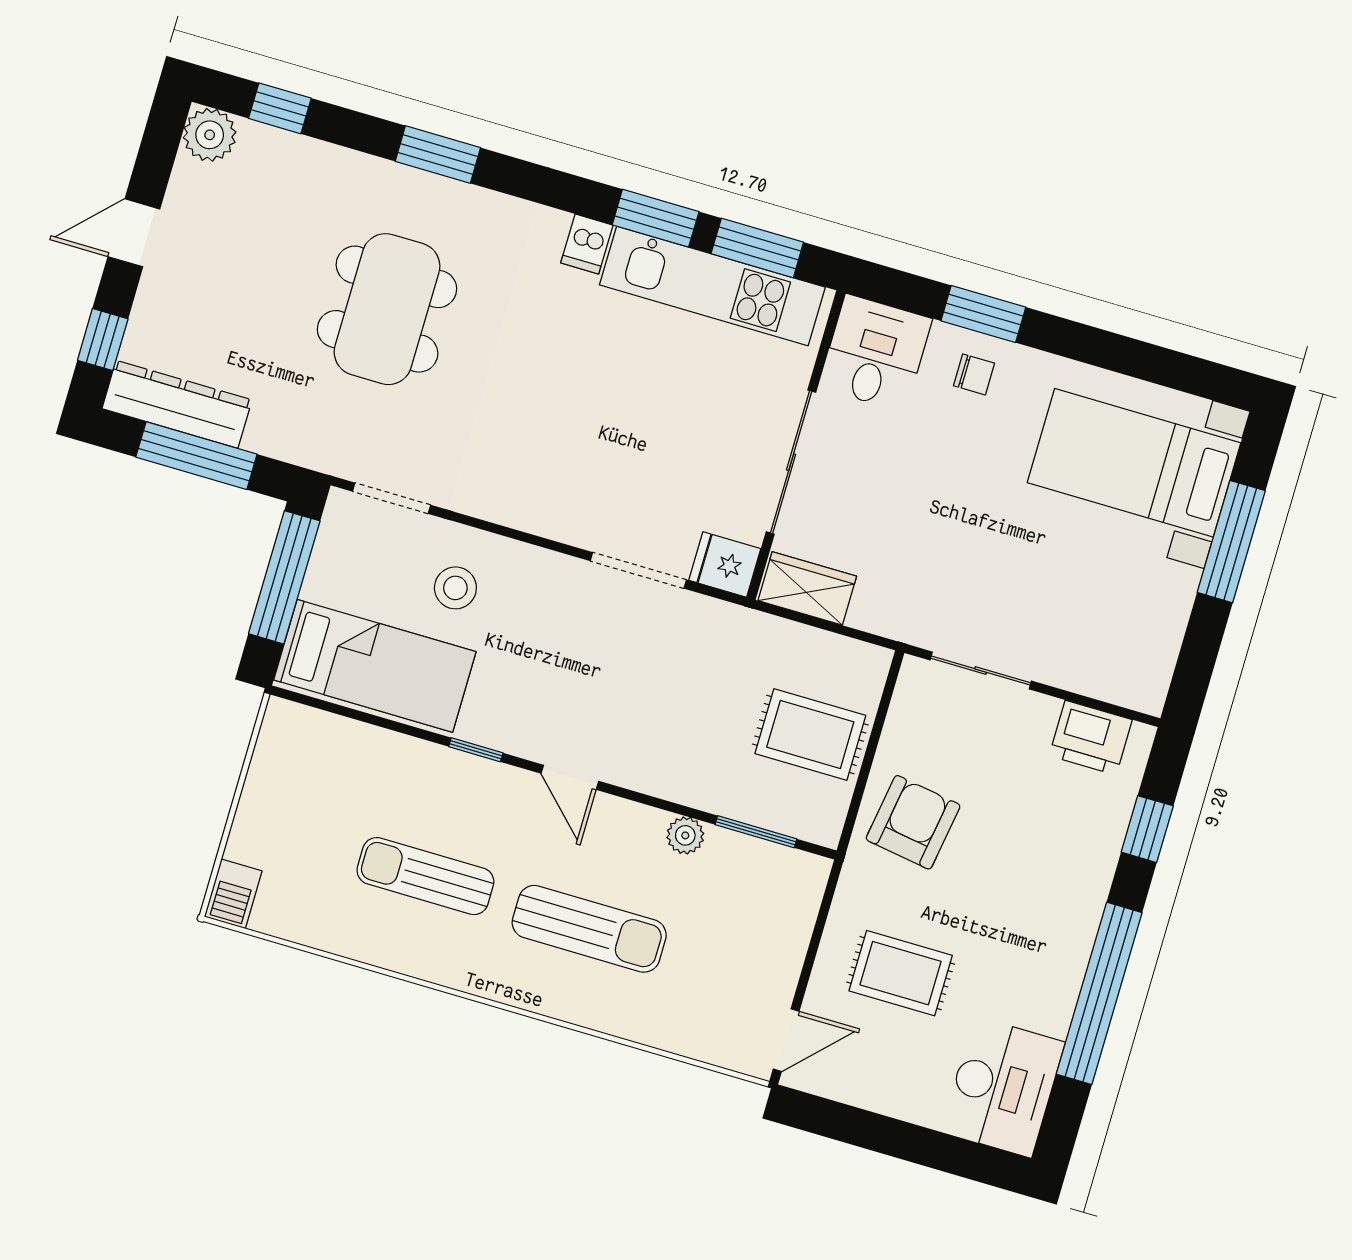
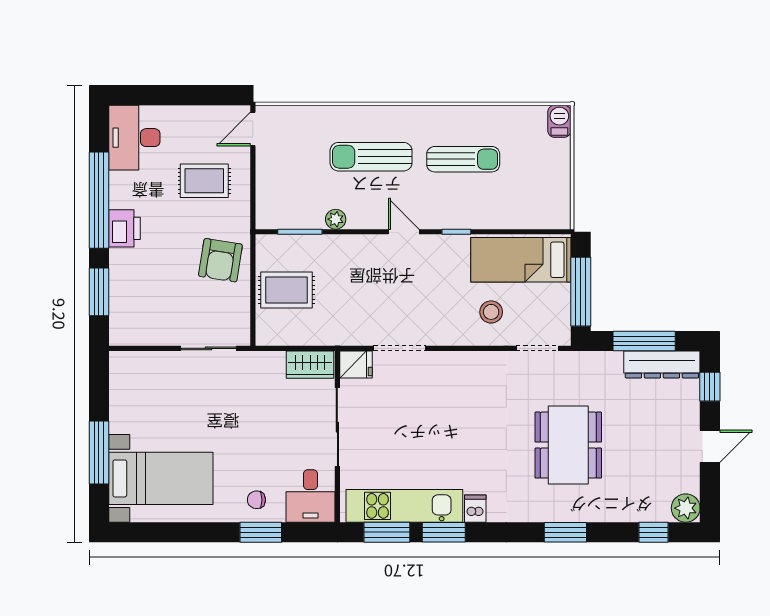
printer: (1091, 738) -> (124, 228), moved, turned 90
window: (1147, 829) -> (99, 292), width x1.50

